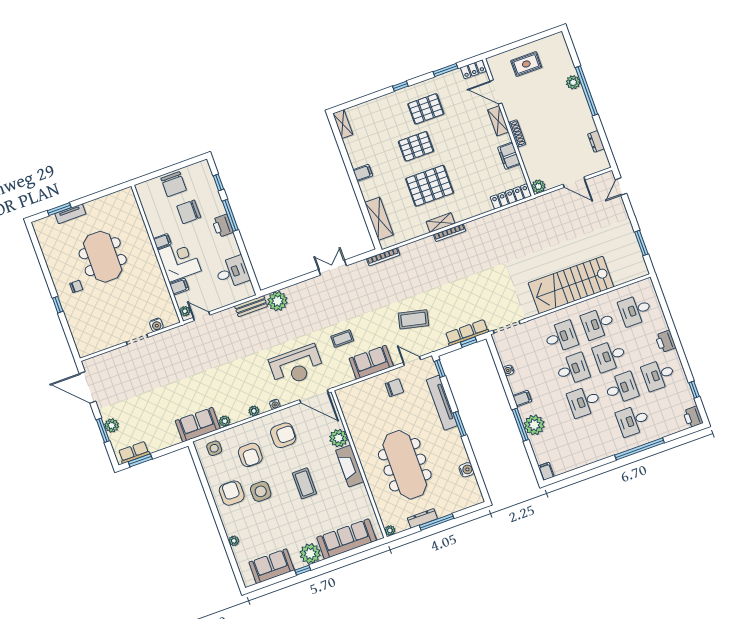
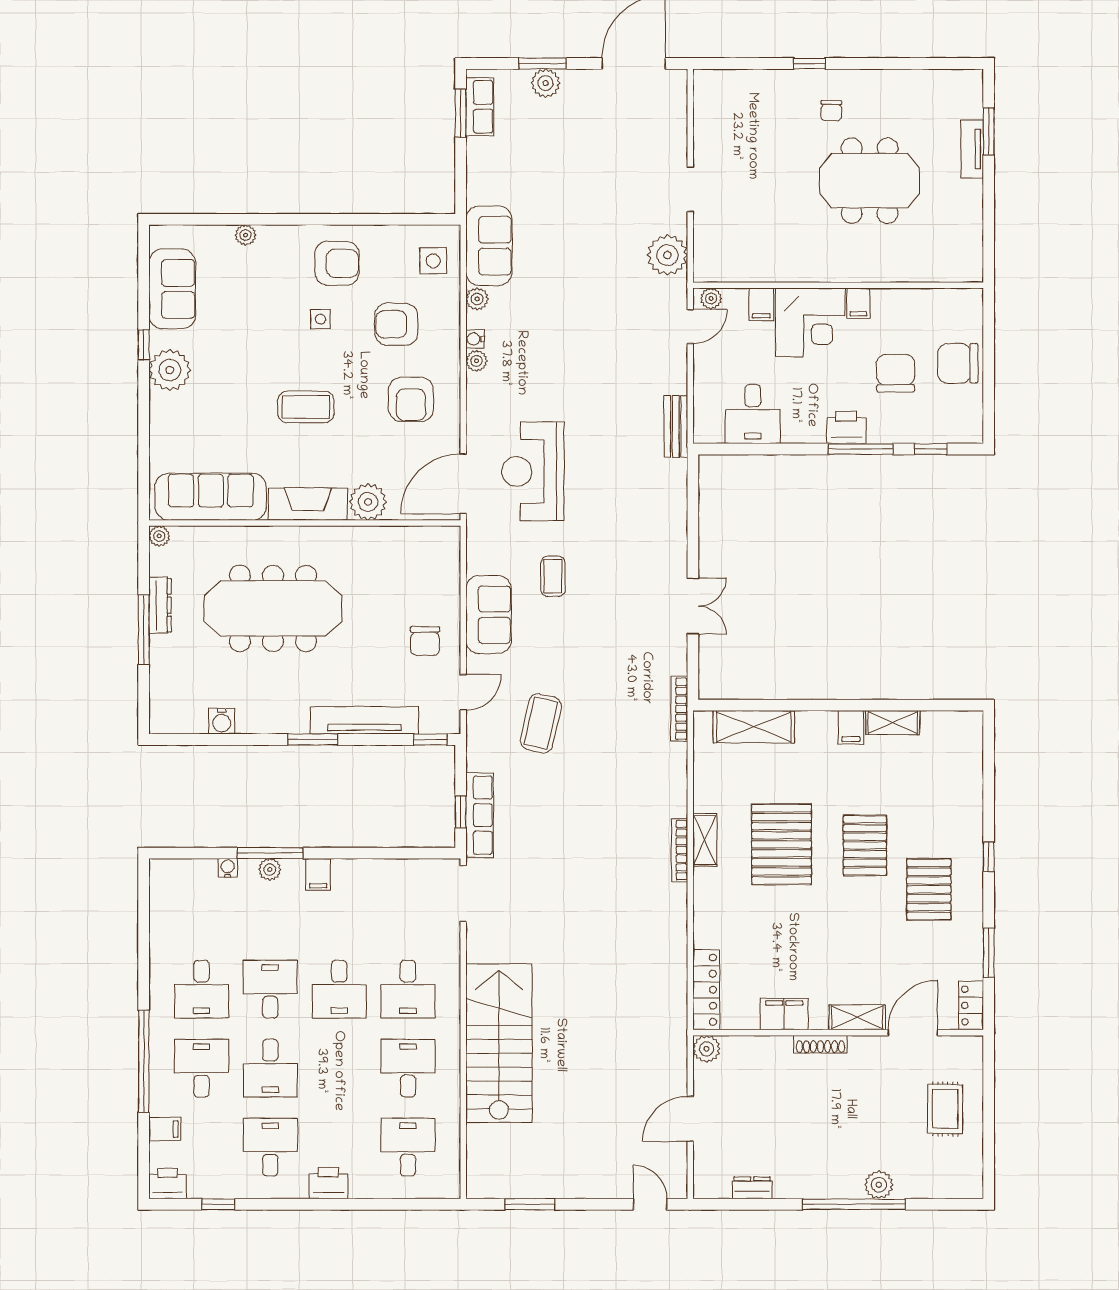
shelving: (343, 124) -> (893, 723), moved
plant: (277, 301) -> (667, 255), moved
water cooler: (156, 325) -> (705, 236), removed
desk: (610, 356) -> (201, 989), moved, turned 180
water cooler: (508, 370) -> (228, 868), moved
water cooler: (275, 404) -> (475, 339), moved
plant: (534, 425) -> (270, 869), width x0.53, depth x0.53
filing cabinet: (546, 471) -> (165, 1129), moved
side table: (261, 491) -> (320, 319), width x0.54, depth x0.54
sofa: (347, 539) -> (211, 497), moved, turned -90

